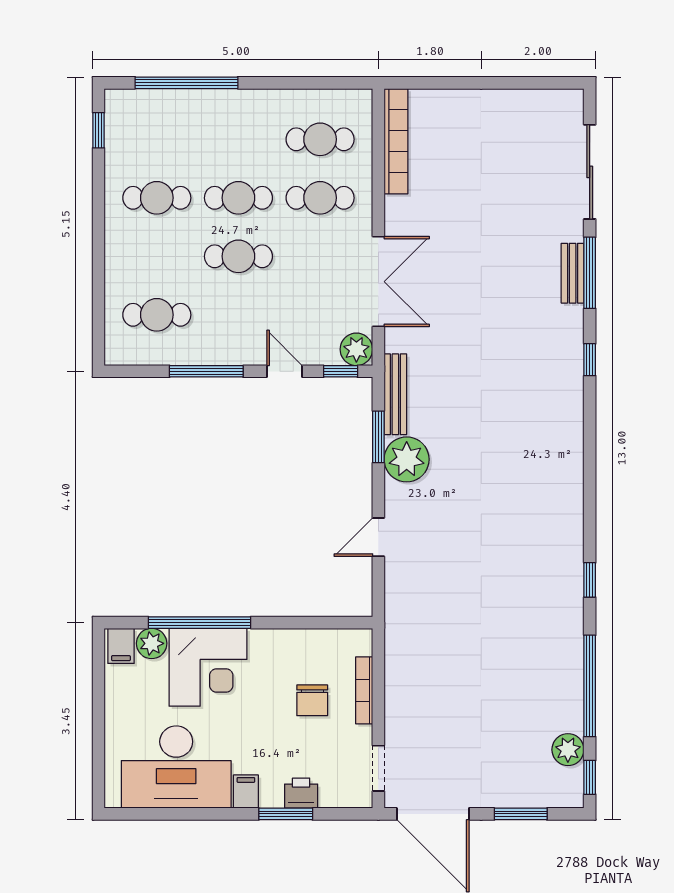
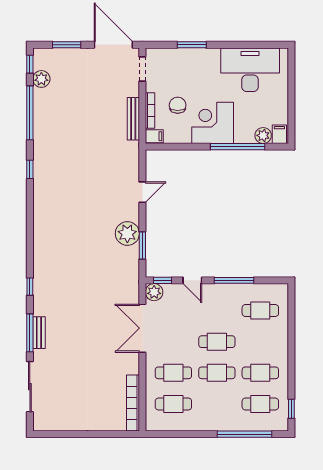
cafe table: (157, 139) -> (260, 404), added
bench: (395, 394) -> (133, 119), moved
corner desk: (208, 667) -> (213, 123), moved
filing cabinet: (246, 792) -> (154, 136), moved, turned -90
printer: (301, 793) -> (184, 56), removed

